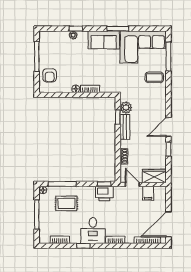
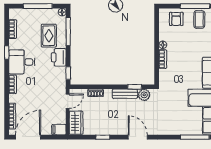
armchair: (50, 75) -> (176, 19), turned -90
coffee table: (154, 77) -> (199, 19), moved
door: (168, 127) -> (138, 137), moved
printer: (104, 193) -> (59, 57), moved
filing cabinet: (148, 193) -> (59, 130), moved
door: (168, 224) -> (28, 137), hinge flipped

